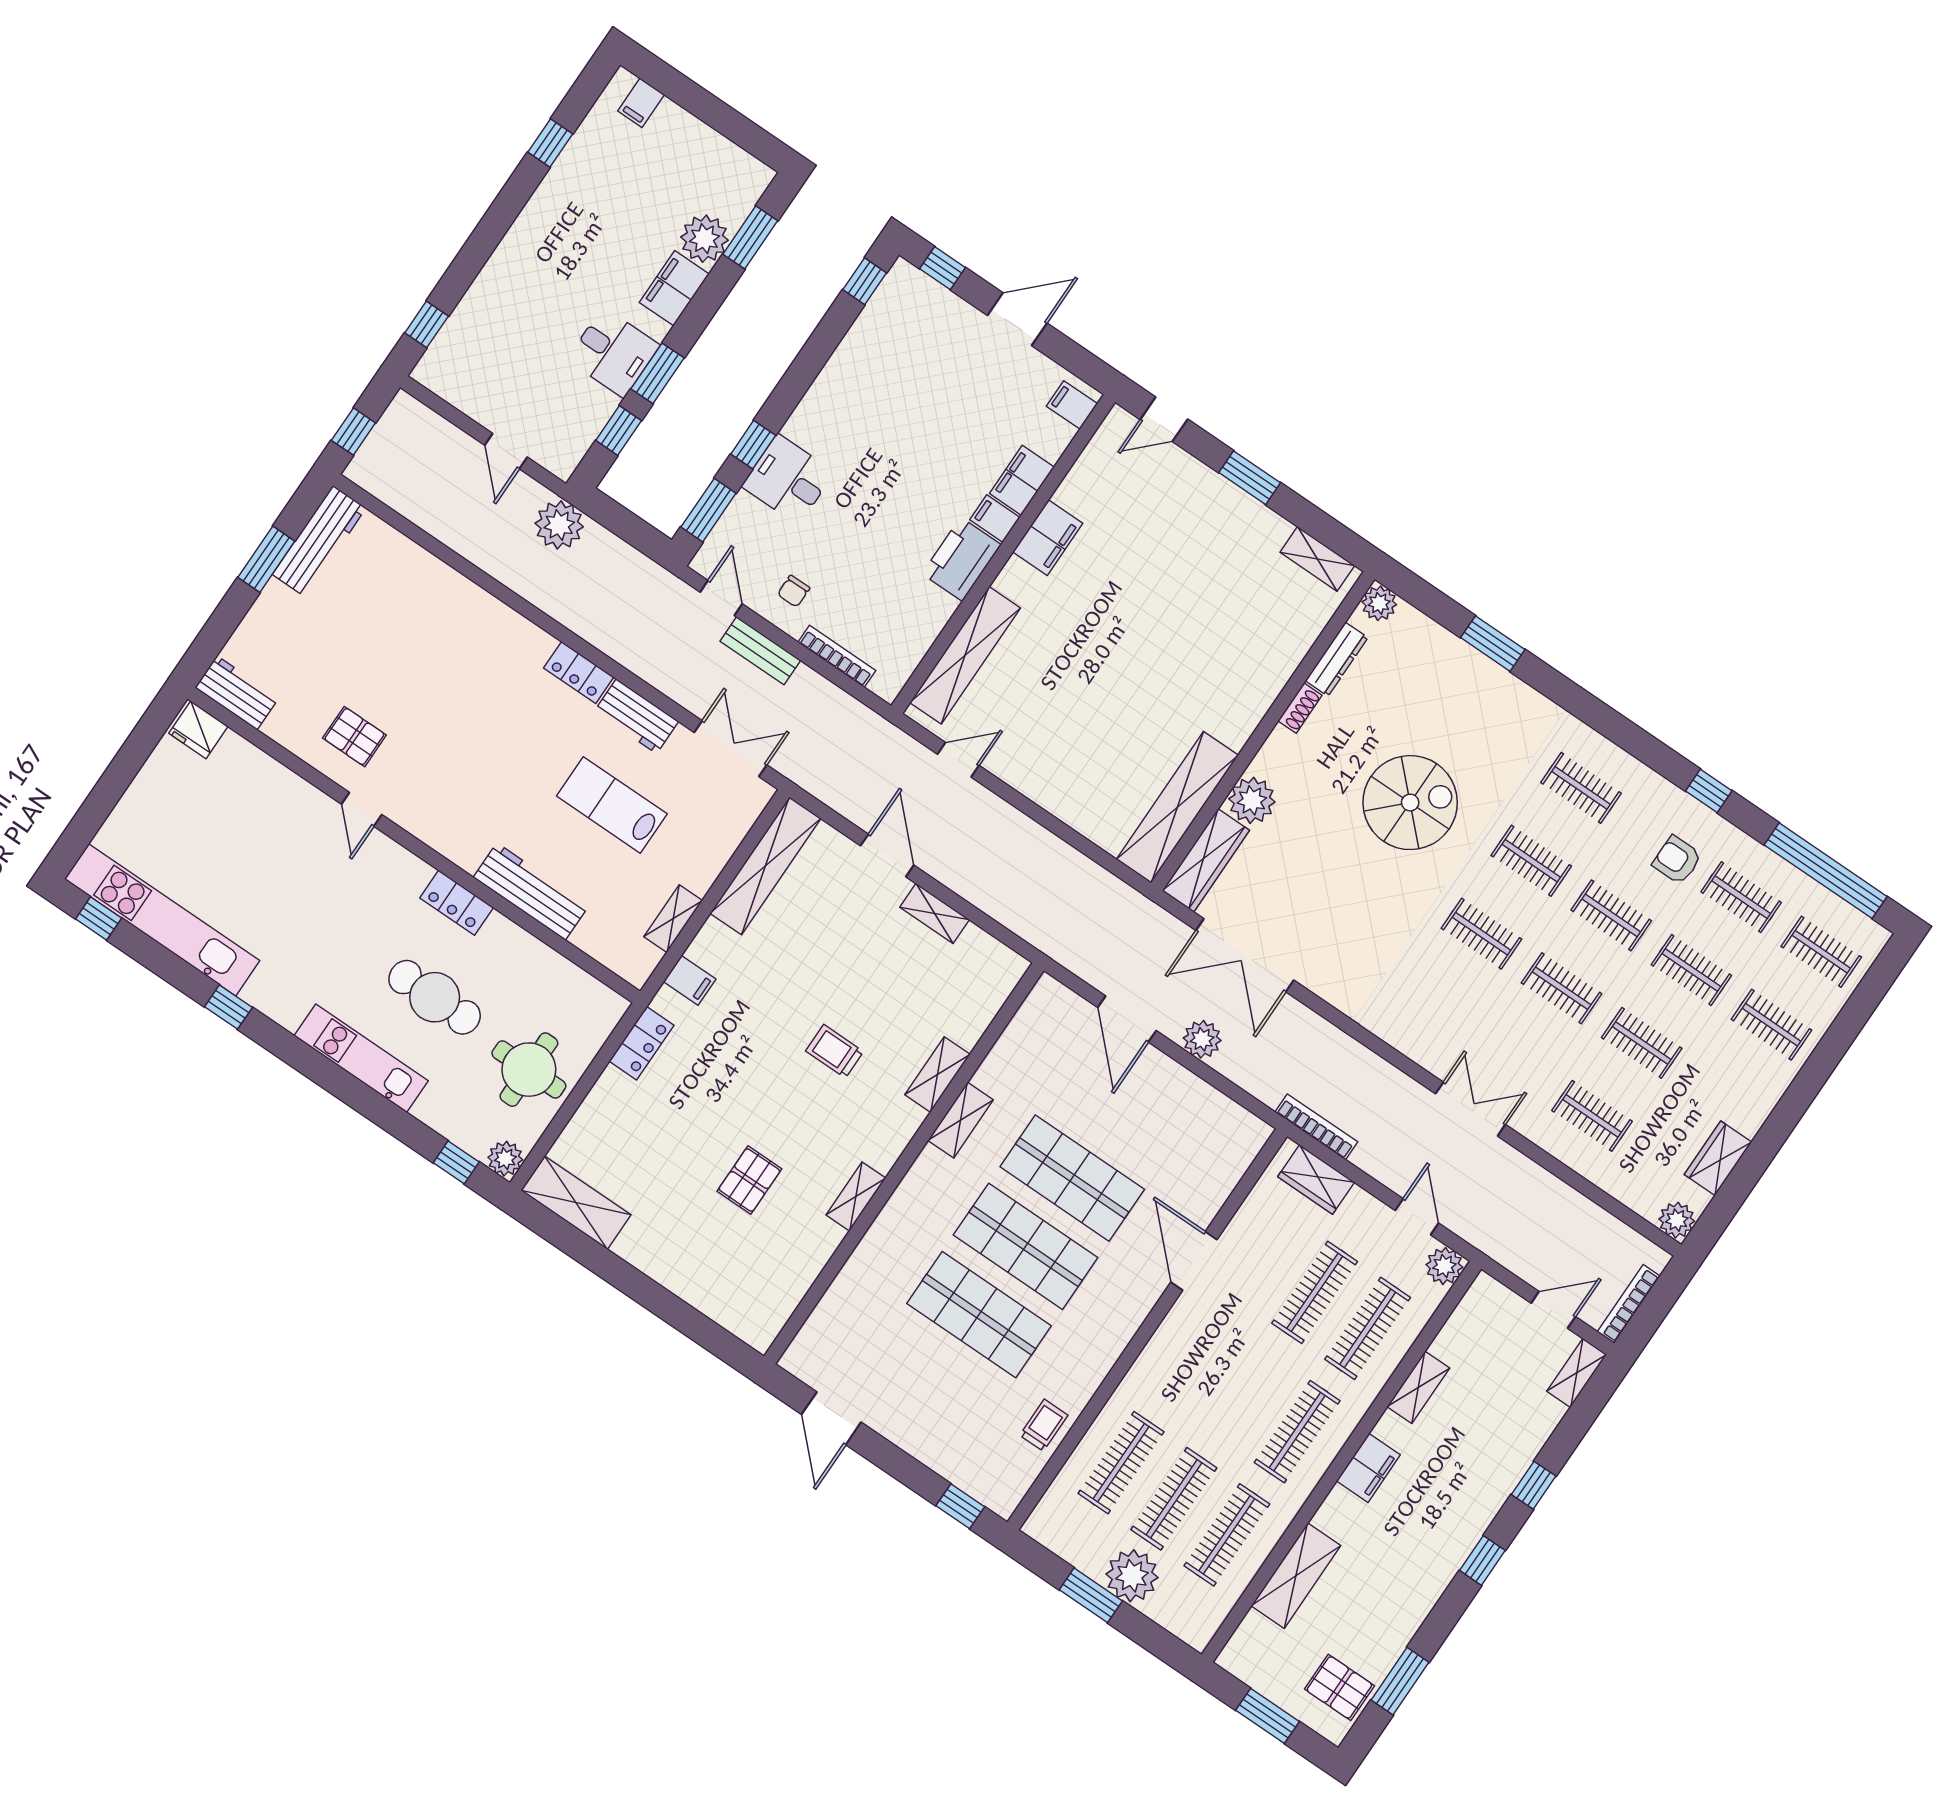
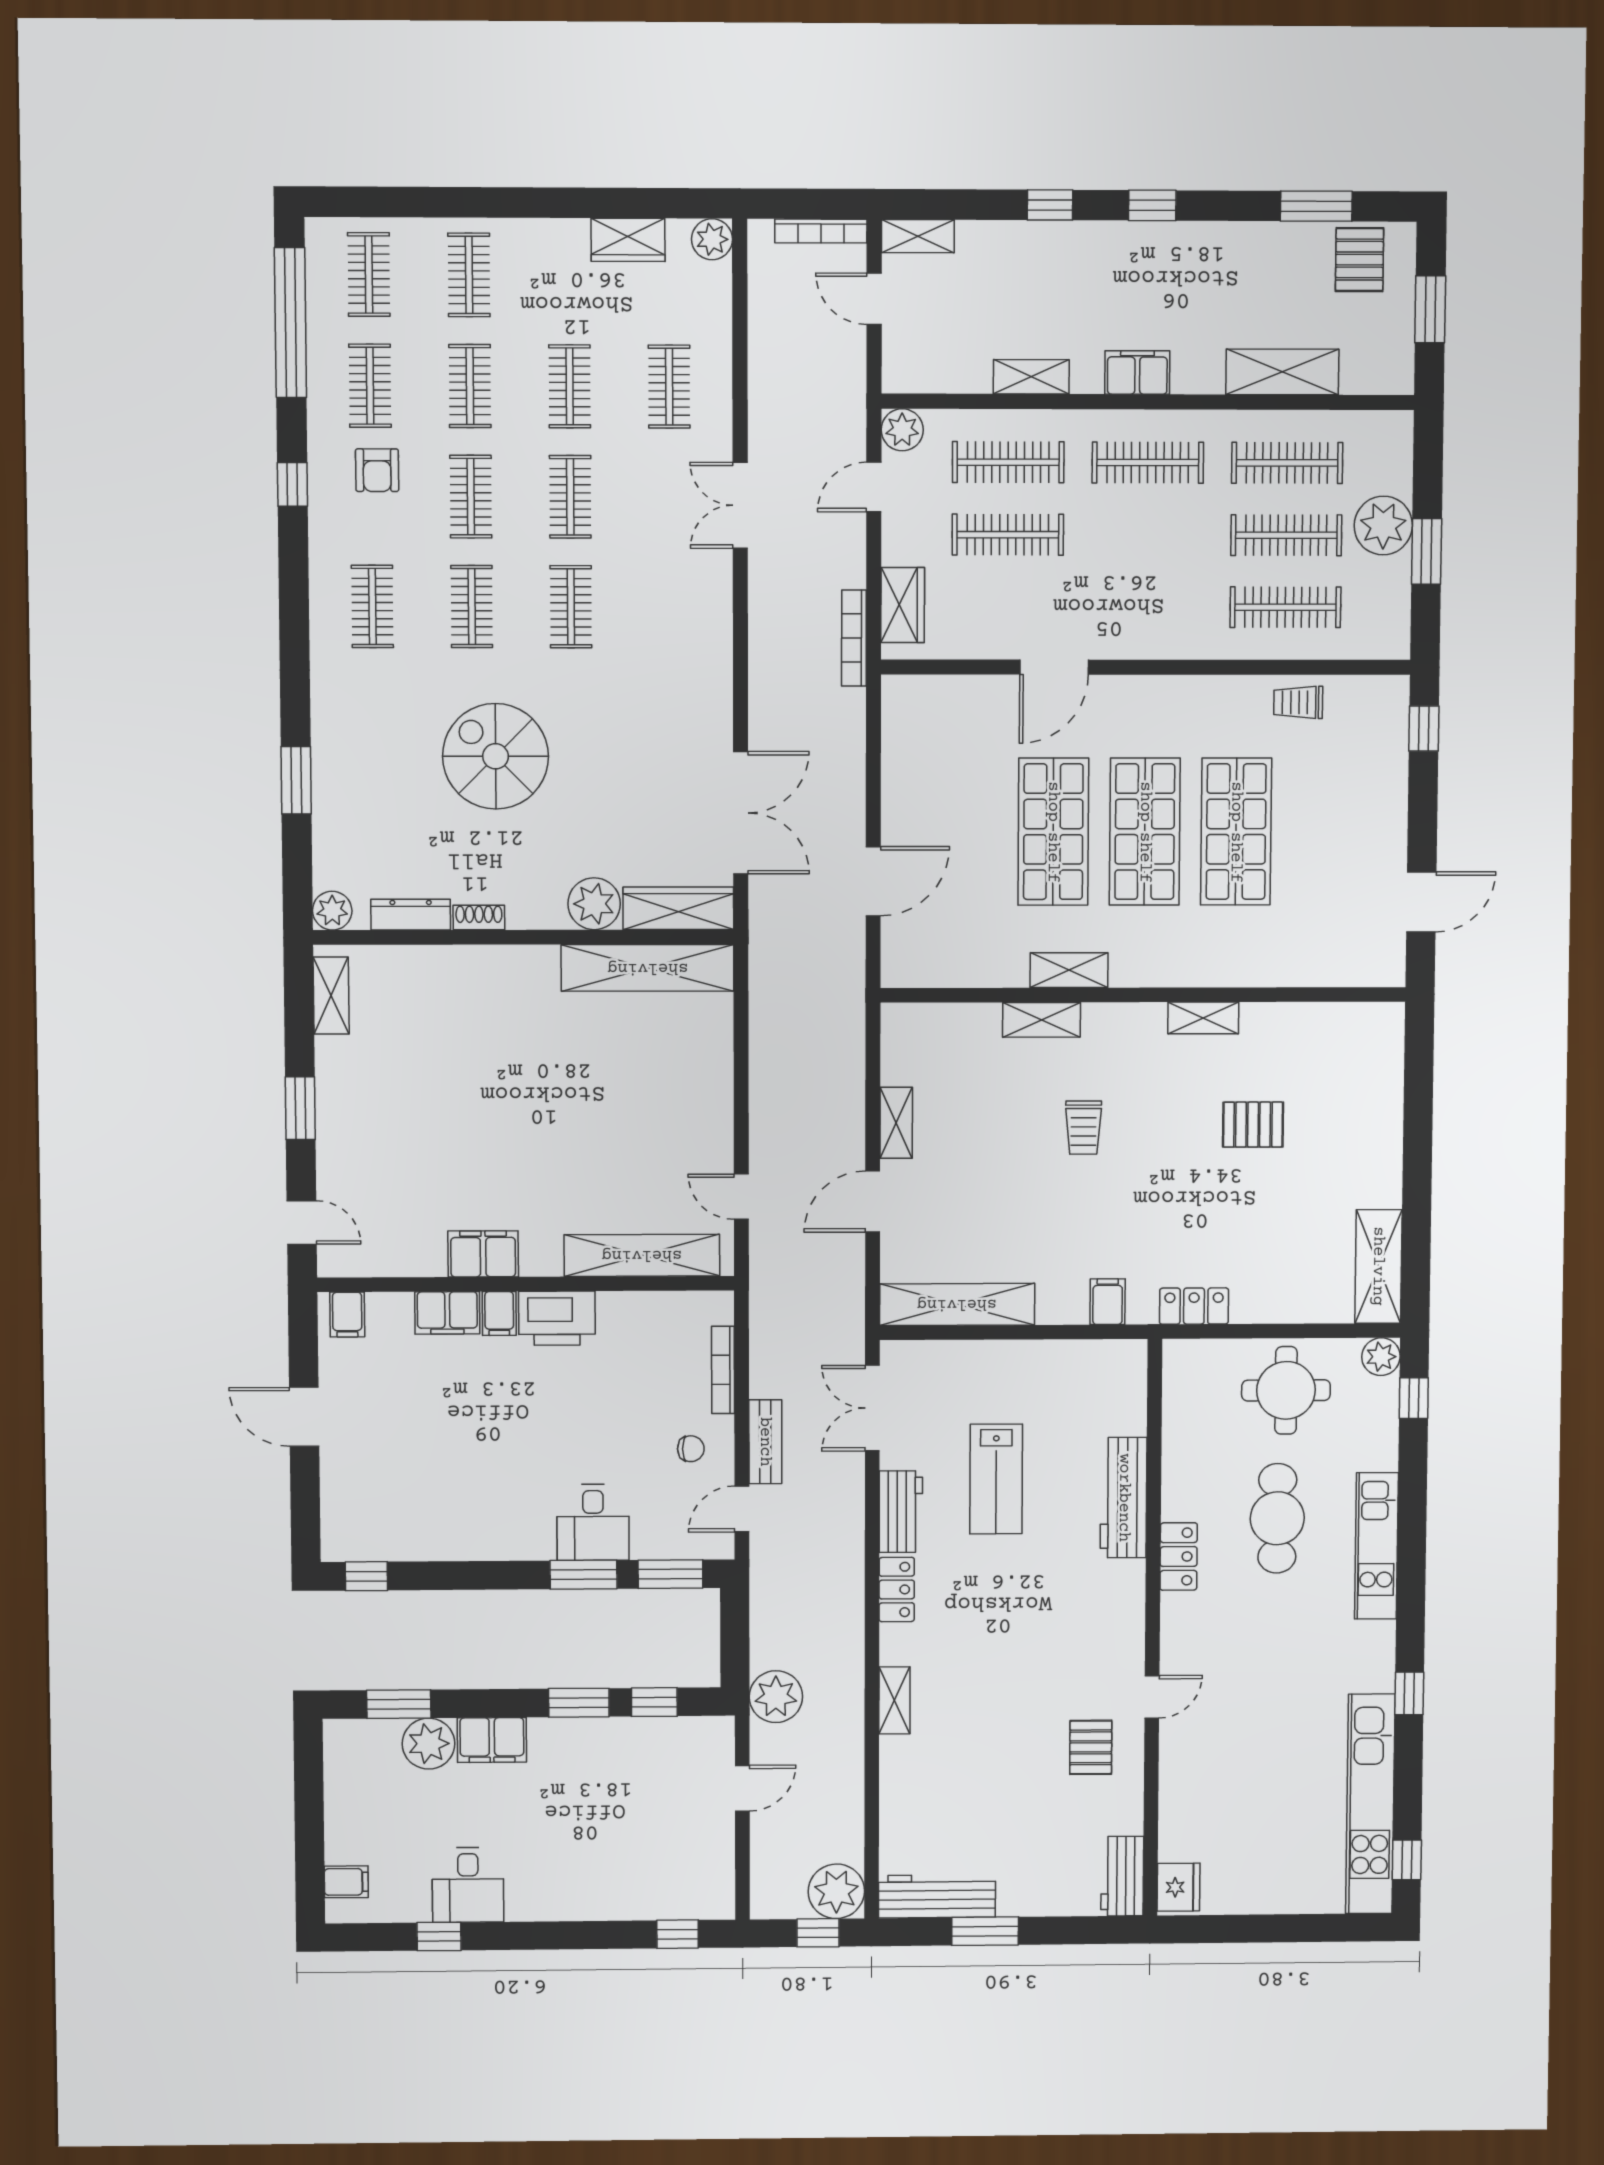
window: (942, 268) -> (305, 1515), removed
desk: (613, 352) -> (468, 1885), moved, turned 180
window: (753, 445) -> (584, 1575), width x1.50
shelving: (673, 919) -> (894, 1700), moved, turned 90
plant: (1202, 1039) -> (836, 1891), moved, width x1.36, depth x1.36

